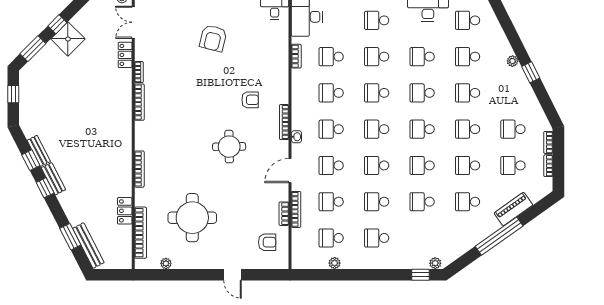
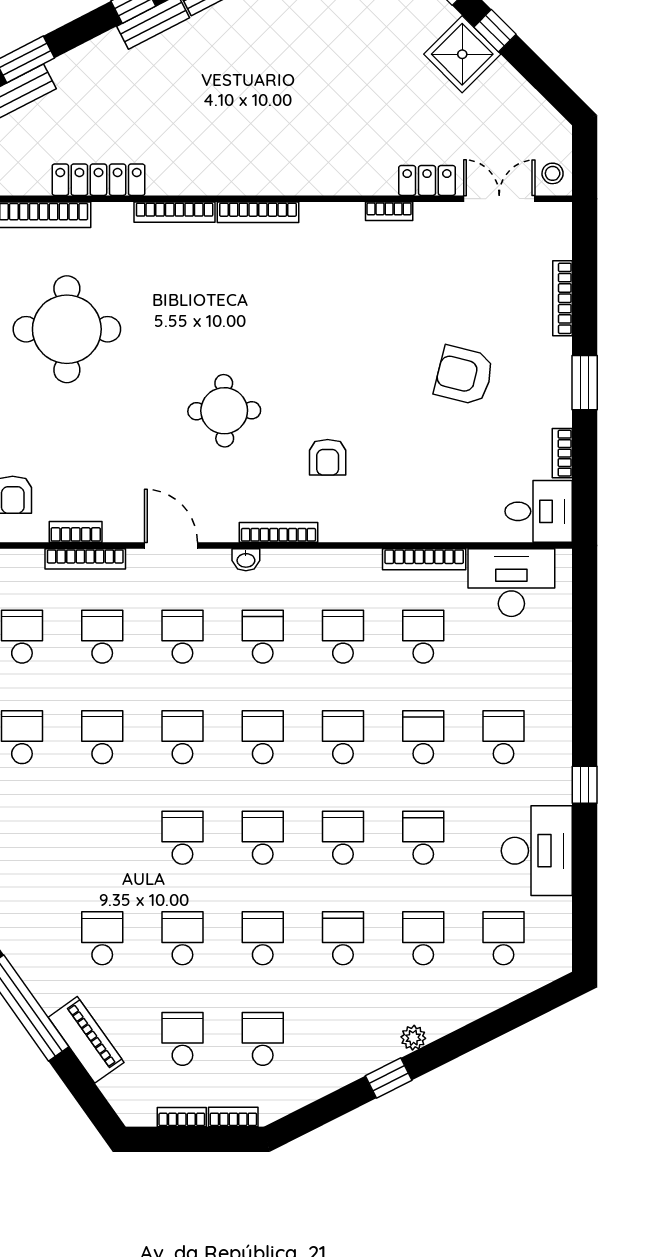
bookcase: (296, 56) -> (424, 559), width x1.56
bookcase: (139, 102) -> (258, 212), moved
school desk: (422, 202) -> (102, 838), removed
locker: (125, 211) -> (98, 180), width x1.53

